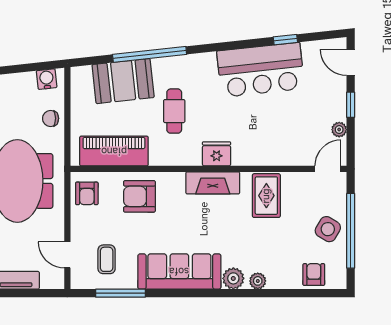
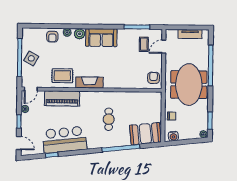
booth: (123, 81) -> (145, 134), moved
piano: (114, 151) -> (62, 98), moved
fridge: (217, 154) -> (87, 97), removed
armchair: (139, 196) -> (127, 76), removed
rug: (266, 196) -> (62, 76), turned 90
door: (67, 255) -> (164, 47), swing flipped
sofa: (179, 271) -> (101, 38), width x0.73
armchair: (314, 274) -> (52, 37), moved

